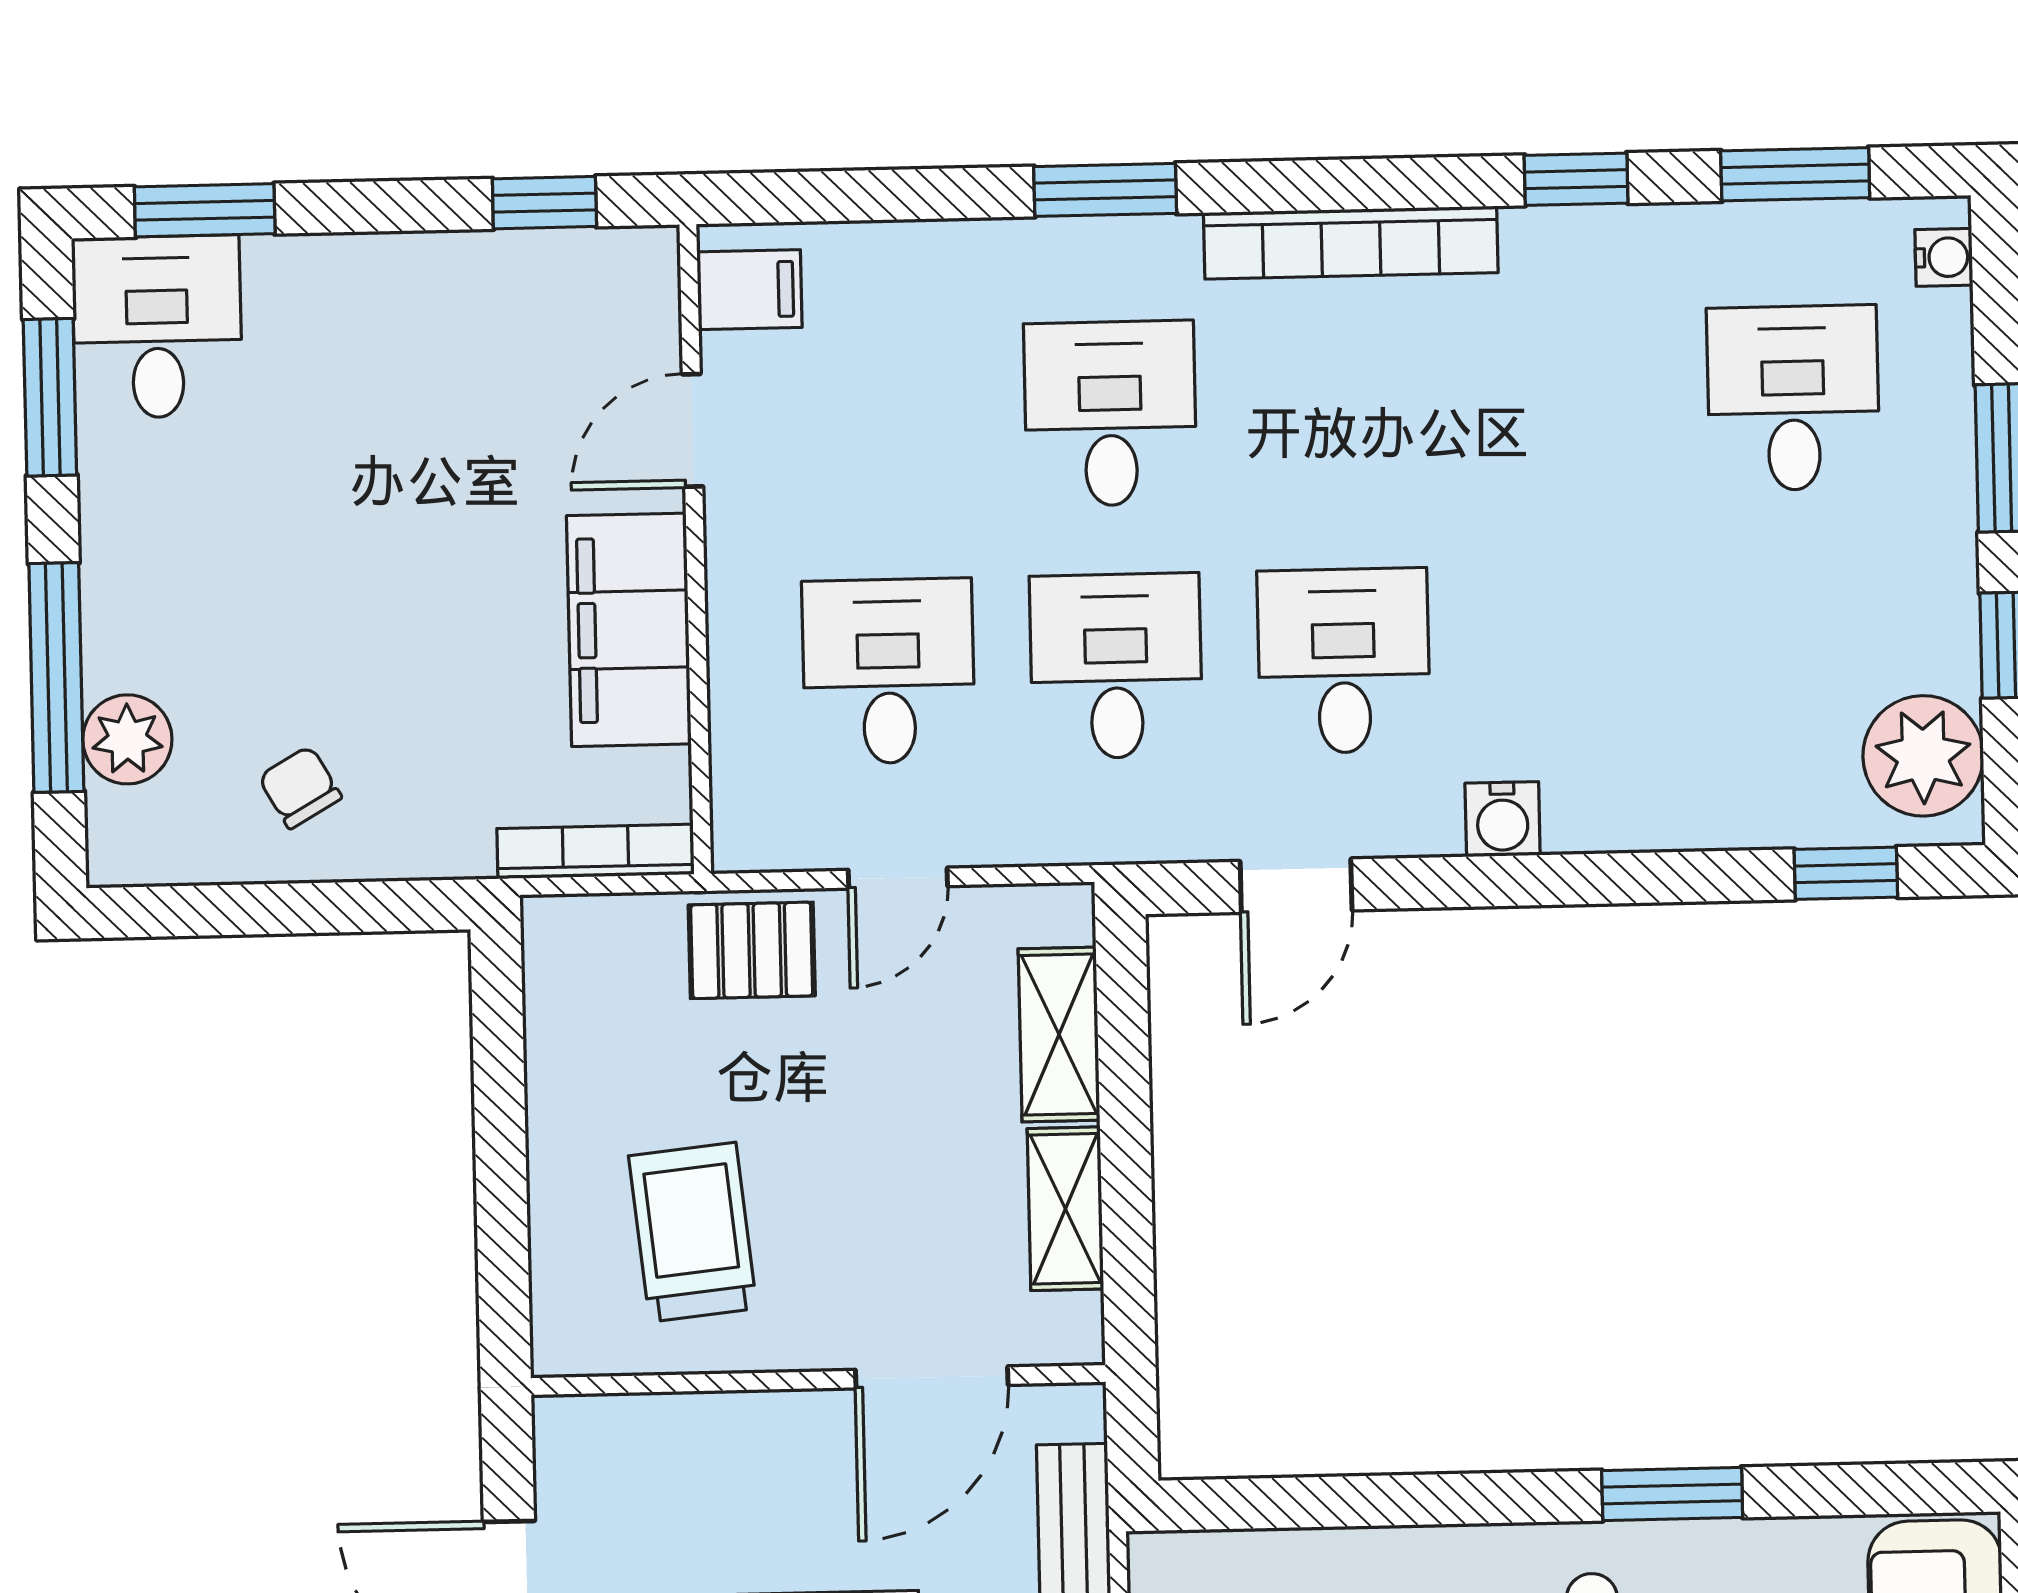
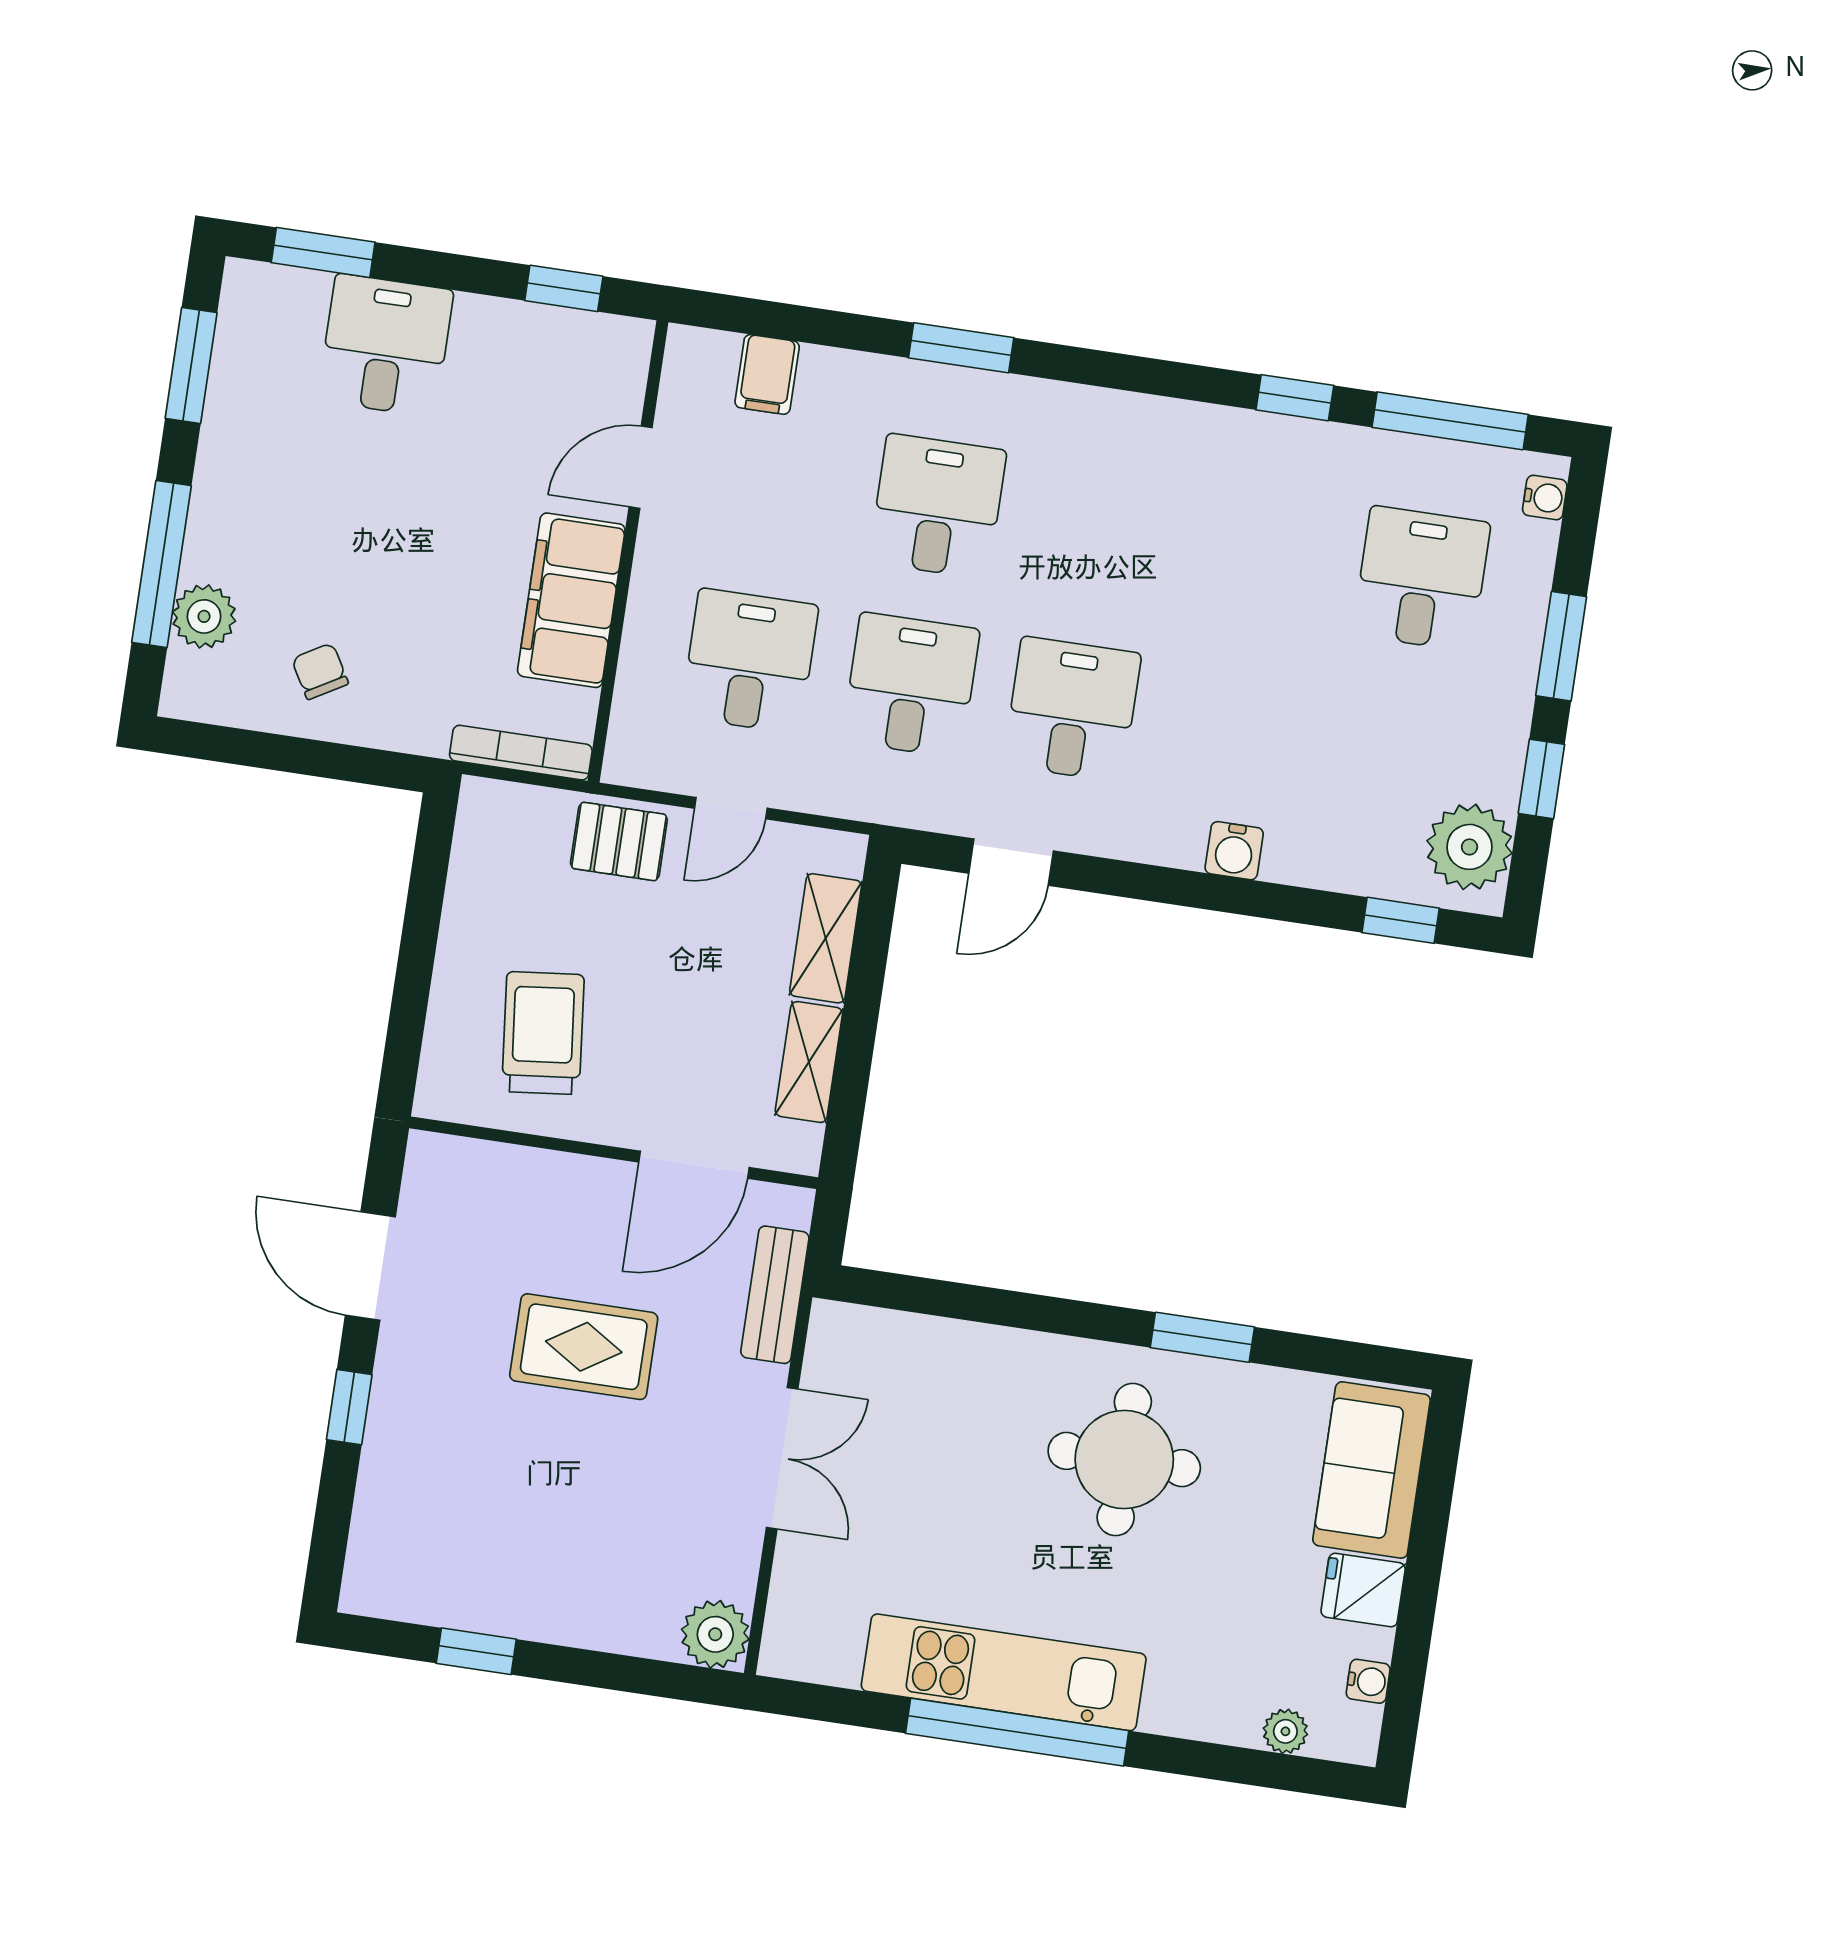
window: (1795, 174) -> (1450, 421), width x1.44
bookcase: (1351, 243) -> (1128, 415), removed
filing cabinet: (749, 290) -> (767, 374), moved, turned 90
desk: (157, 327) -> (386, 345), moved
water cooler: (1503, 819) -> (1234, 851), moved

